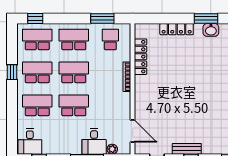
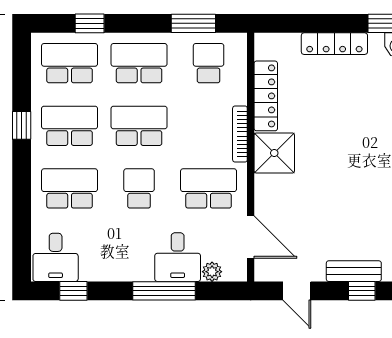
window: (35, 18) -> (90, 23), moved
shower: (145, 87) -> (274, 153), added
school desk: (74, 105) -> (139, 188), width x0.54
school desk: (110, 105) -> (209, 188), added

